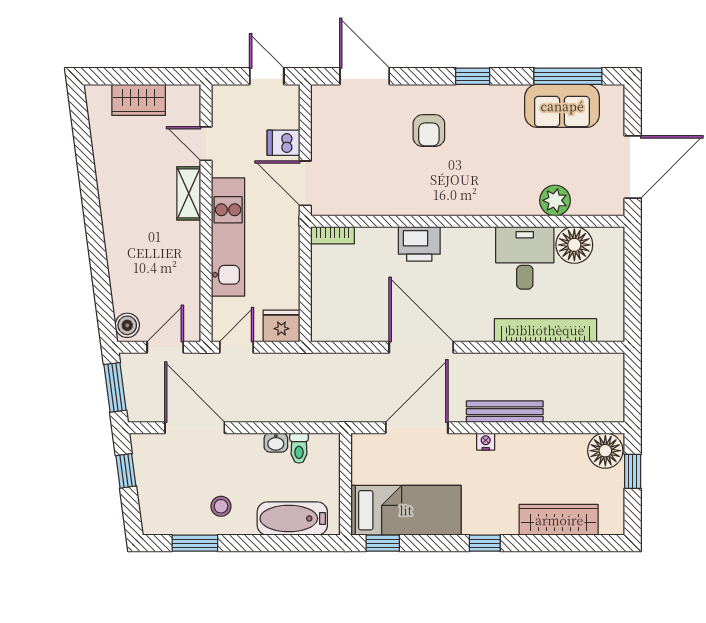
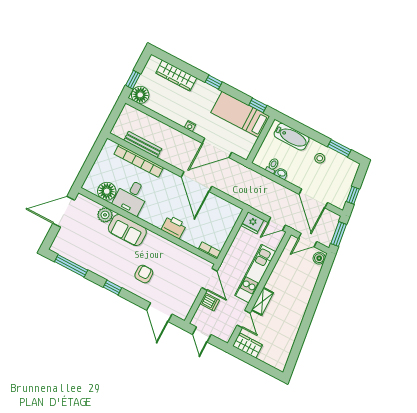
wardrobe: (139, 100) -> (248, 345), moved
sofa: (562, 106) -> (127, 230), moved, turned 180
bench: (505, 412) -> (143, 145), moved

